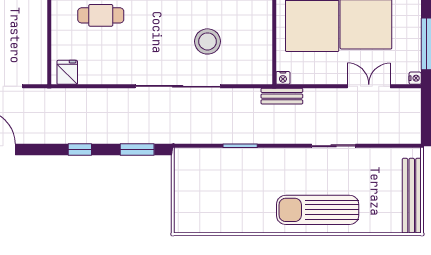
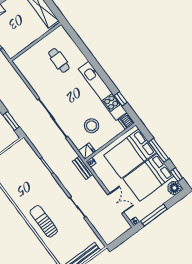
stool: (207, 41) -> (92, 126), moved
fridge: (67, 72) -> (87, 151), moved
sun lounger: (318, 210) -> (44, 221), width x0.73, depth x0.75

